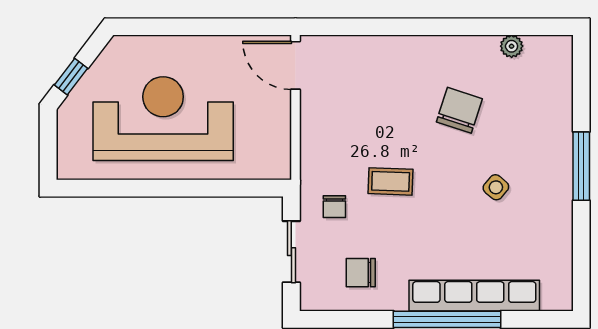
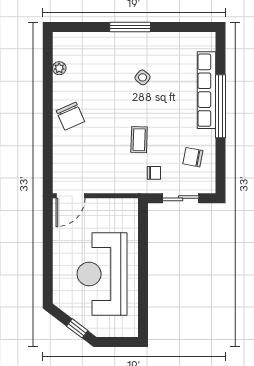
chair: (459, 110) -> (70, 116), moved, turned -132
chair: (361, 273) -> (193, 157), turned 101

